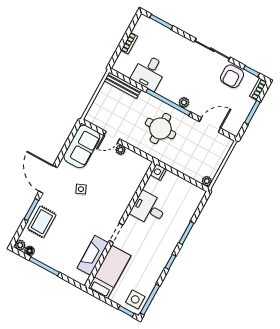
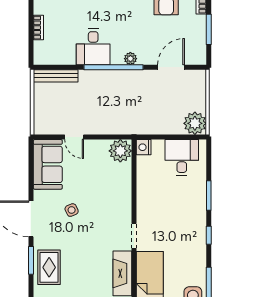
desk: (149, 72) -> (93, 47), moved
round table: (160, 129) -> (121, 100), removed
door: (112, 137) -> (74, 137), hinge flipped
plant: (120, 150) -> (120, 151), moved, width x1.88, depth x1.88
plant: (207, 181) -> (195, 123), width x1.88, depth x1.88
desk: (149, 209) -> (182, 157), moved, turned 90

